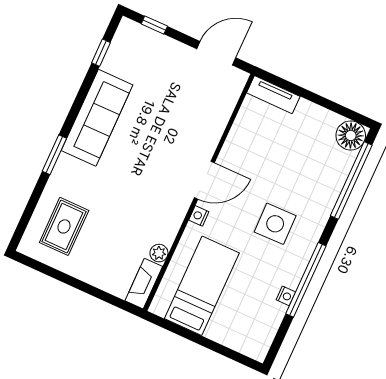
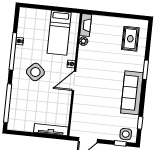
side table: (137, 40) -> (126, 134), added
tv unit: (273, 95) -> (51, 130), width x1.41
floor lamp: (351, 135) -> (15, 123), removed
side table: (275, 224) -> (35, 72), turned 45

